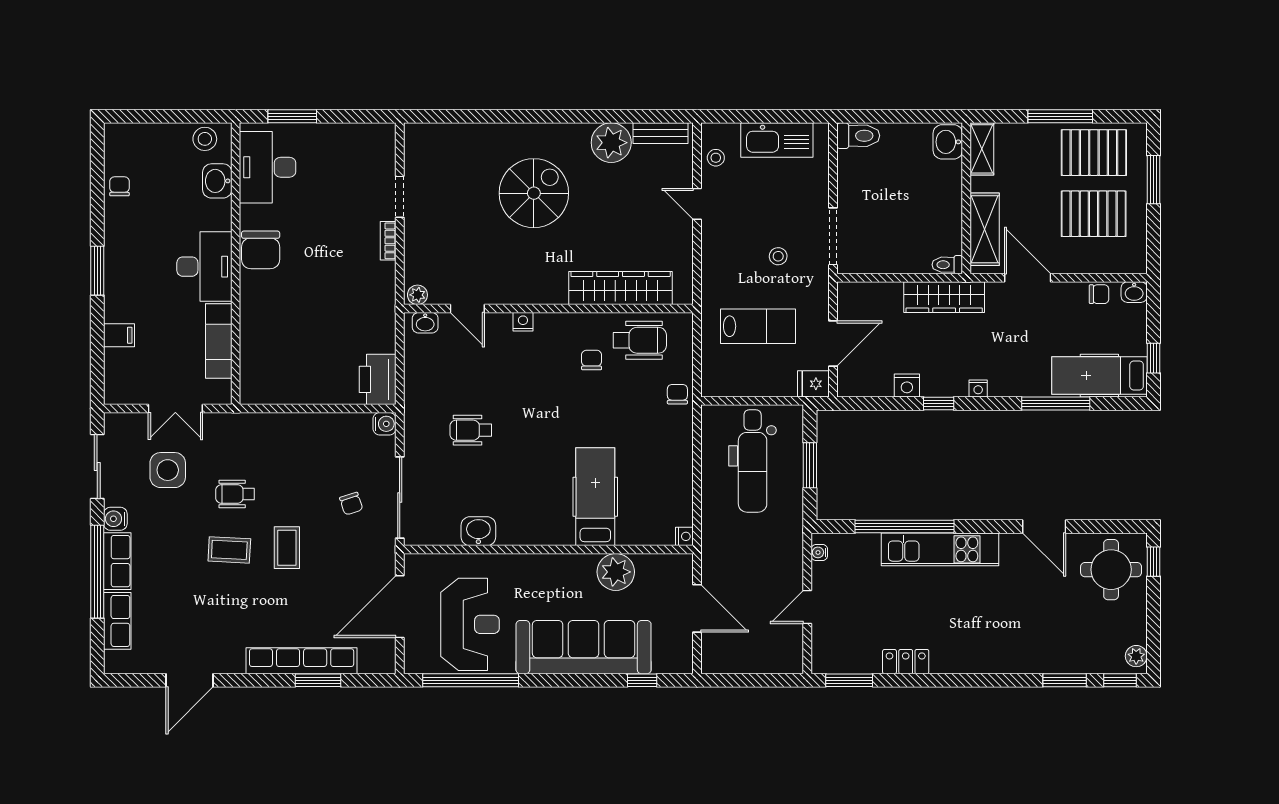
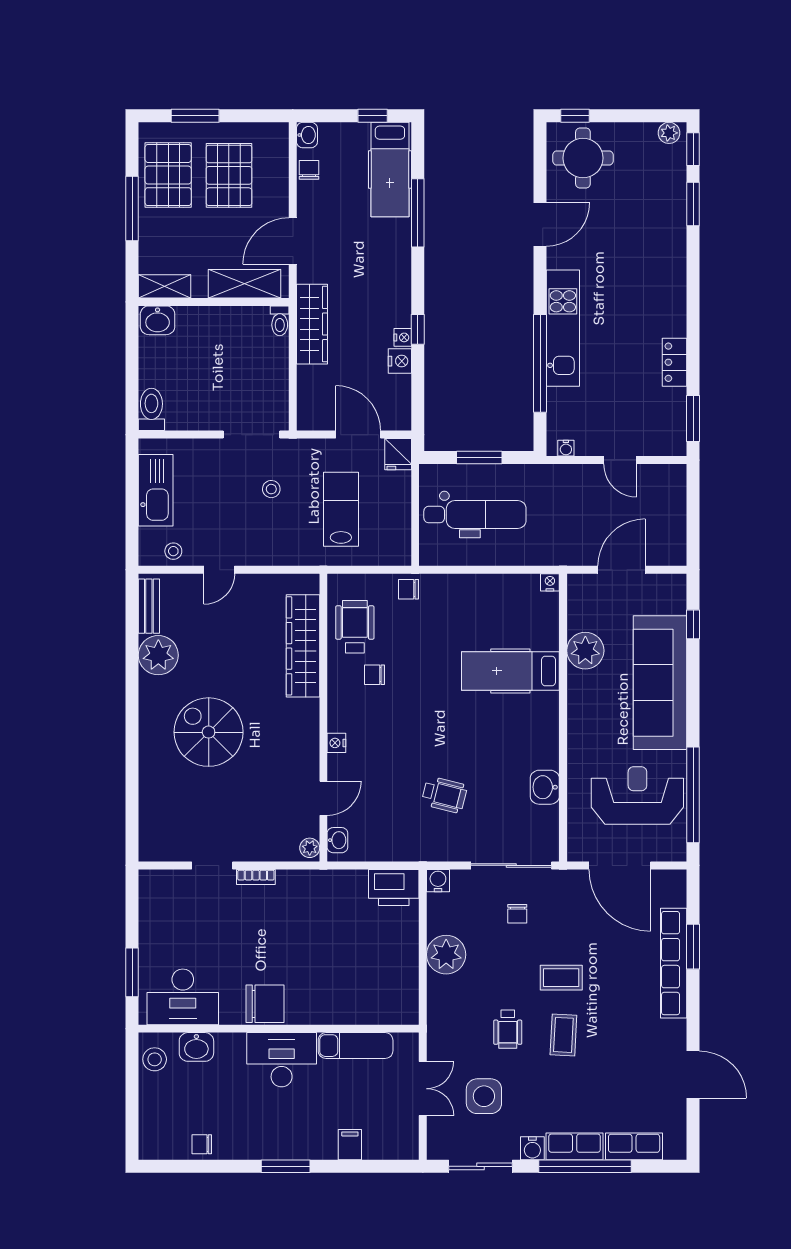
nightstand: (978, 388) -> (403, 337), moved
wheelchair: (471, 430) -> (444, 795), turned -76
plant: (310, 432) -> (446, 955), added
chair: (351, 504) -> (517, 914), turned 108

